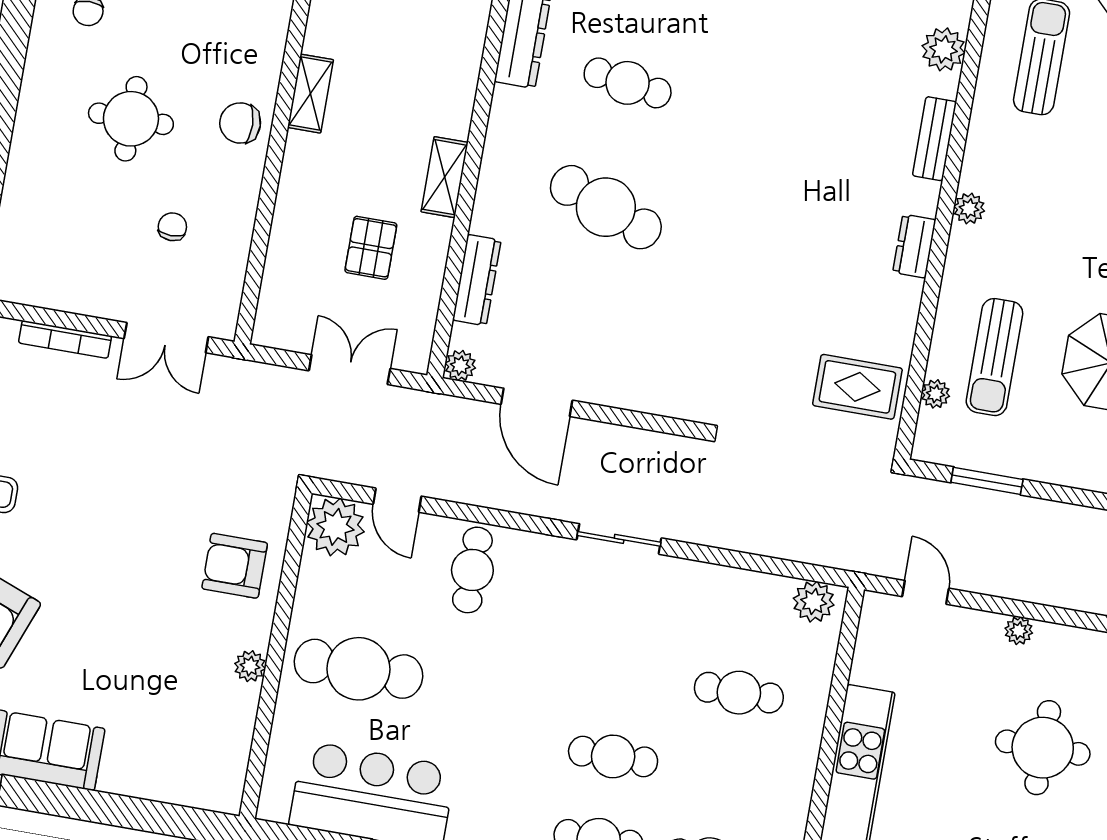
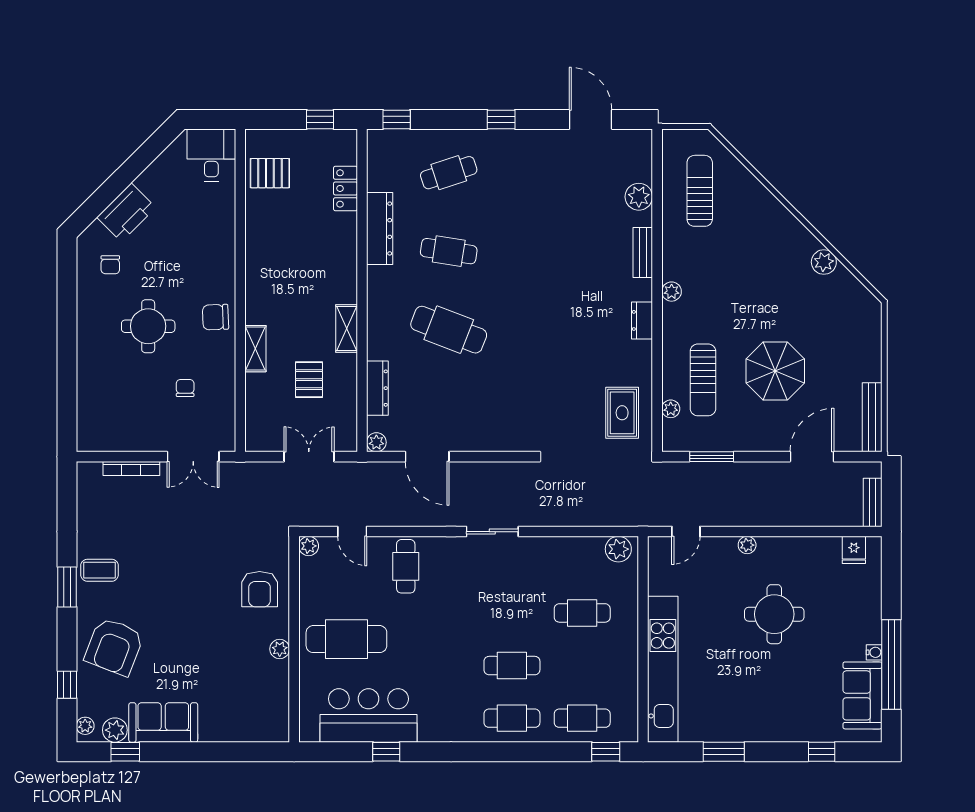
shelving: (310, 94) -> (255, 349), moved
rug: (857, 387) -> (622, 413), turned 90
plant: (335, 527) -> (309, 546), width x0.53, depth x0.53
armchair: (235, 566) -> (260, 589), turned -90
door: (926, 592) -> (686, 532), swing flipped

